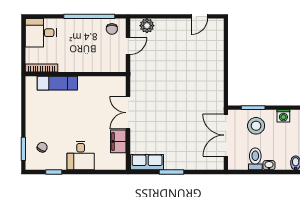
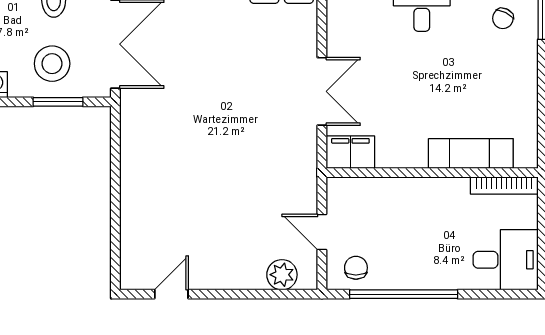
door: (128, 46) -> (322, 232), hinge flipped
filing cabinet: (118, 141) -> (350, 152), moved, turned -90

